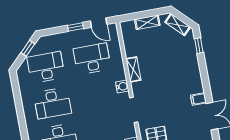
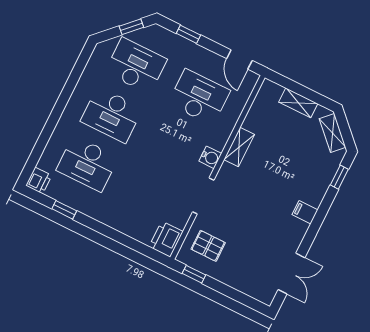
window: (76, 27) -> (188, 34), moved
filing cabinet: (198, 99) -> (305, 212), moved

